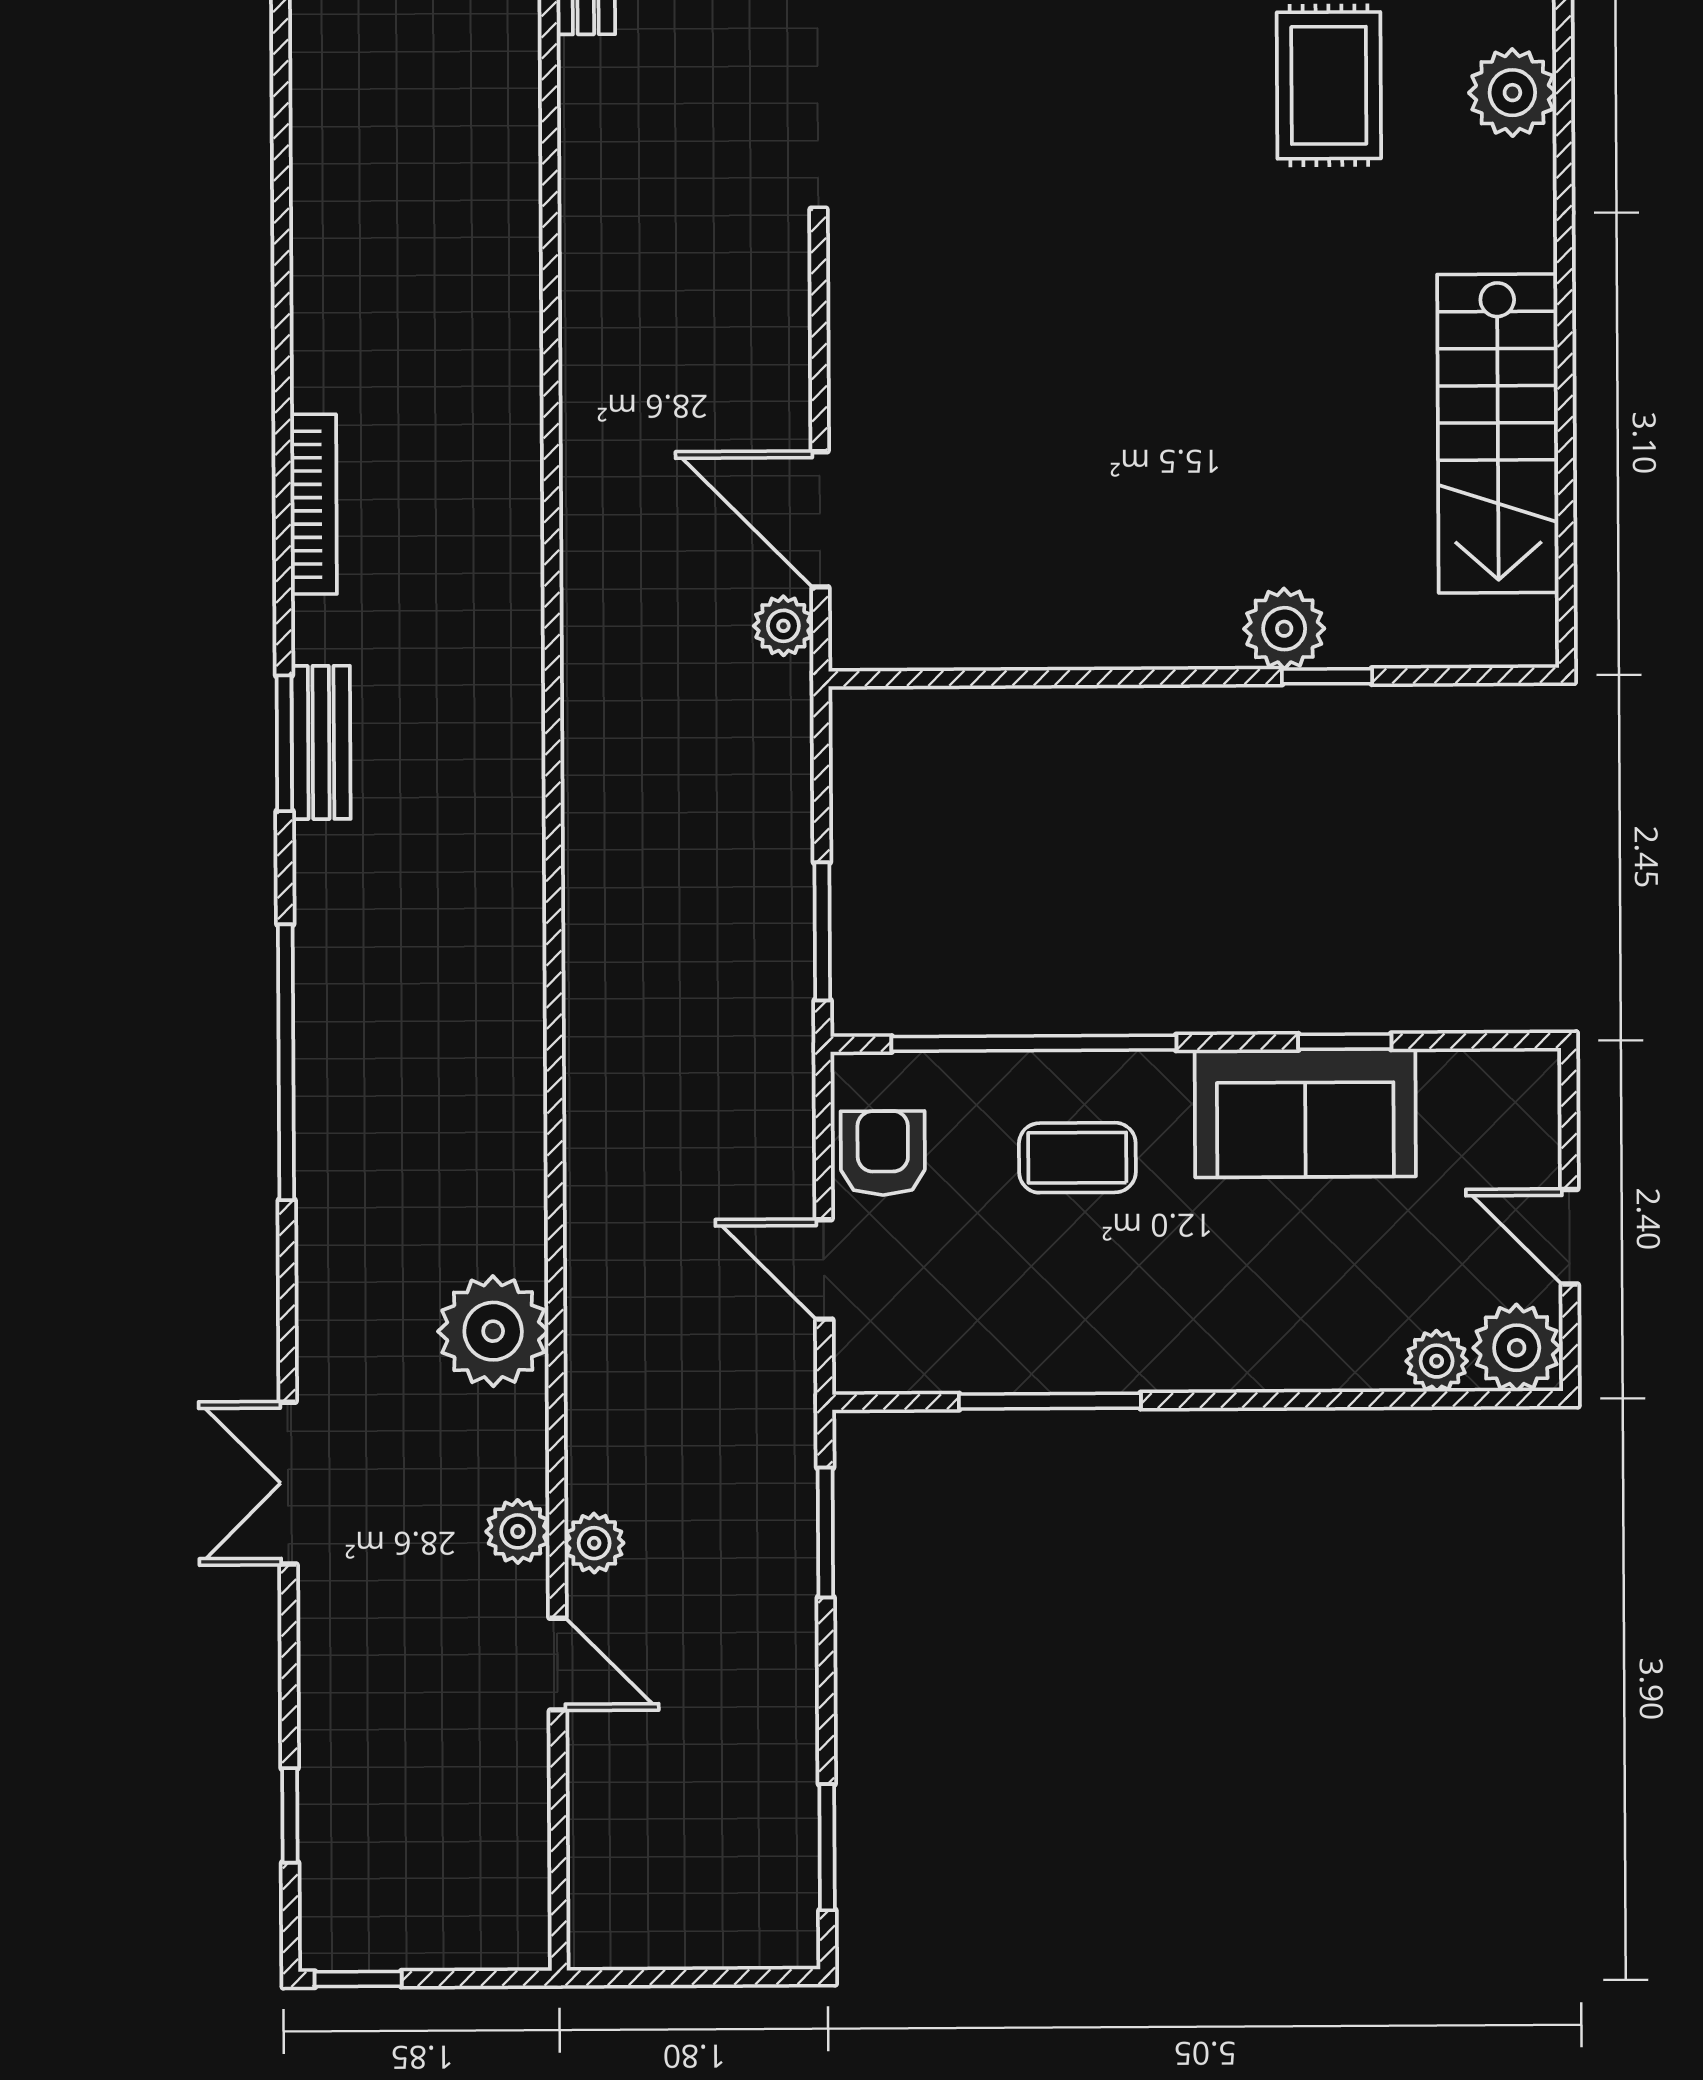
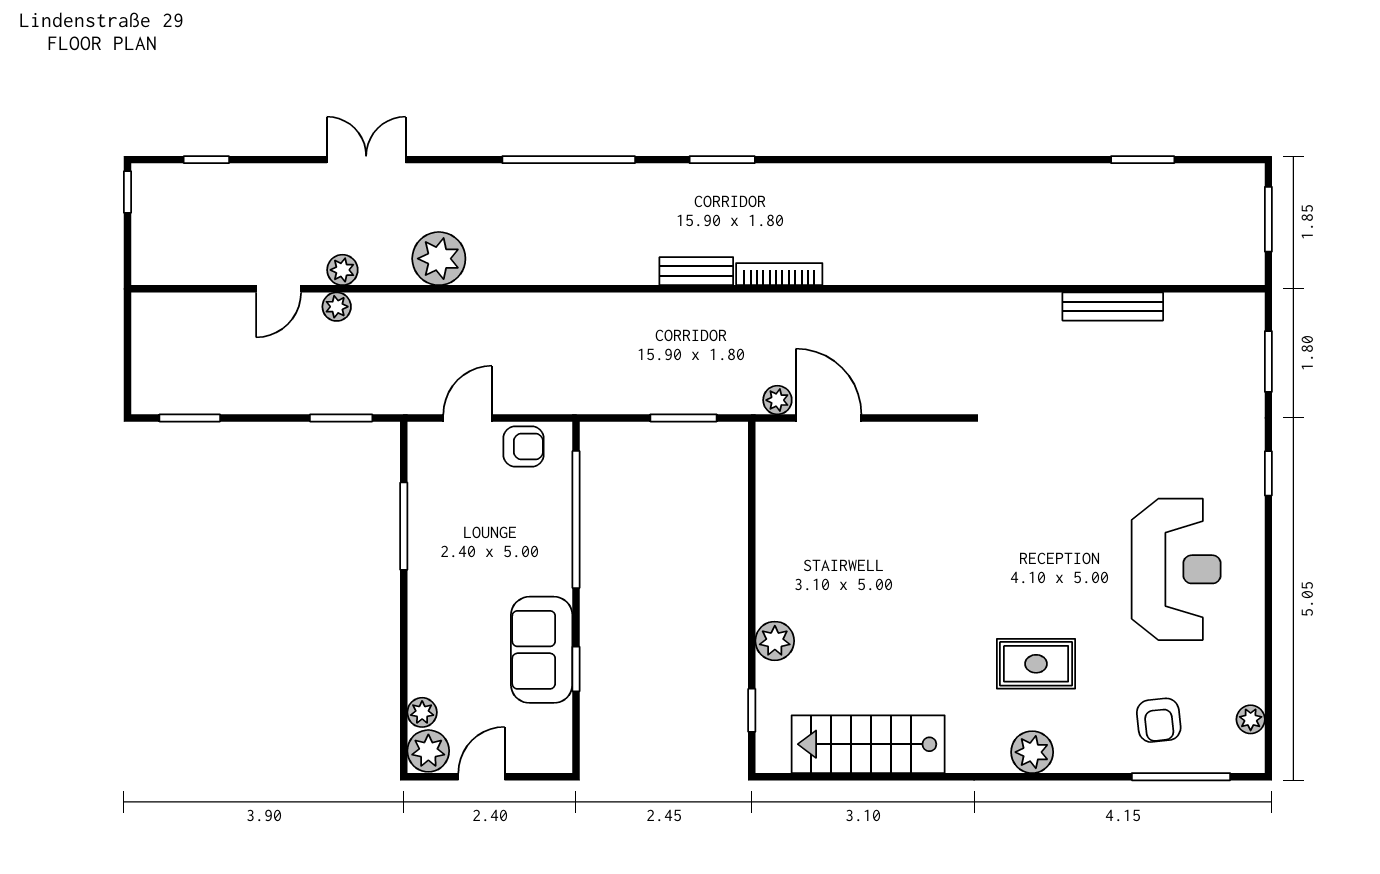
bookcase: (314, 504) -> (779, 274), moved, turned 180
door: (820, 519) -> (829, 418), hinge flipped
window: (1327, 676) -> (752, 710), moved
bench: (321, 742) -> (696, 271), moved
window: (822, 931) -> (684, 418), moved
coffee table: (1077, 1158) -> (521, 540), removed

